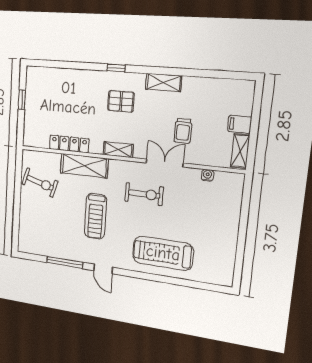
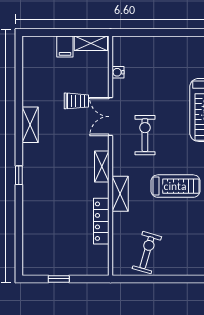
pallet: (121, 101) -> (52, 168), removed
shelving: (84, 166) -> (120, 194), width x0.67, depth x0.75

